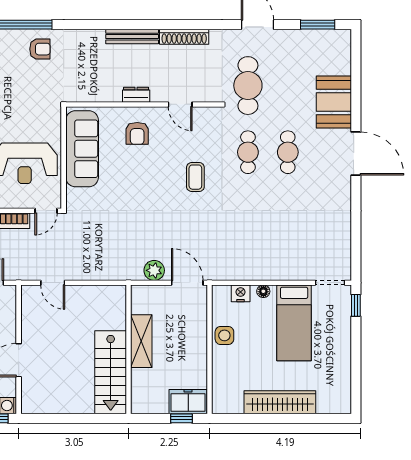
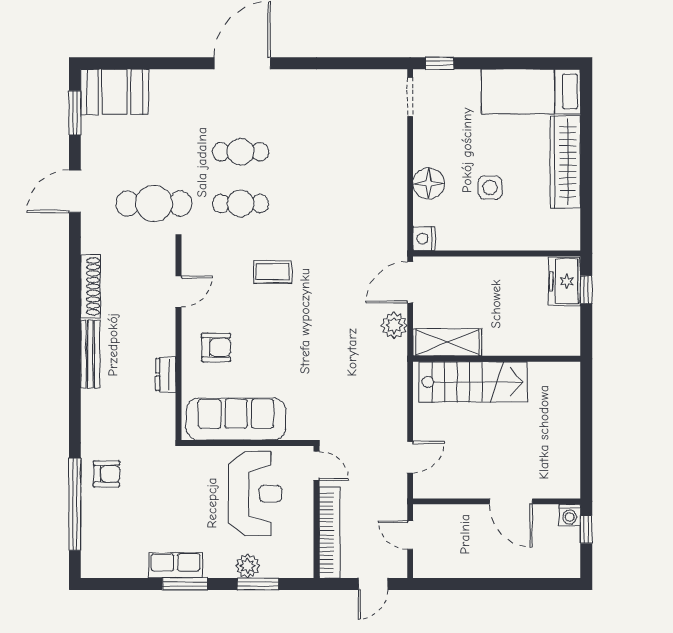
armchair: (40, 49) -> (107, 474), turned 90
dresser: (136, 95) -> (166, 374), moved
booth: (334, 102) -> (115, 92), moved
floor lamp: (263, 291) -> (429, 183), width x1.89, depth x1.89
nightstand: (241, 293) -> (424, 239), moved
bed: (294, 323) -> (531, 91), moved, turned 180
side table: (224, 335) -> (490, 188), moved
shelving: (141, 341) -> (447, 342), moved
stairs: (111, 372) -> (473, 382), moved

